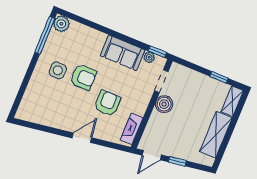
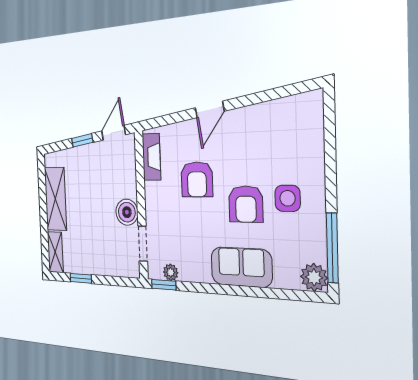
sofa: (123, 53) -> (241, 267), moved
armchair: (83, 77) -> (246, 204), turned -90

